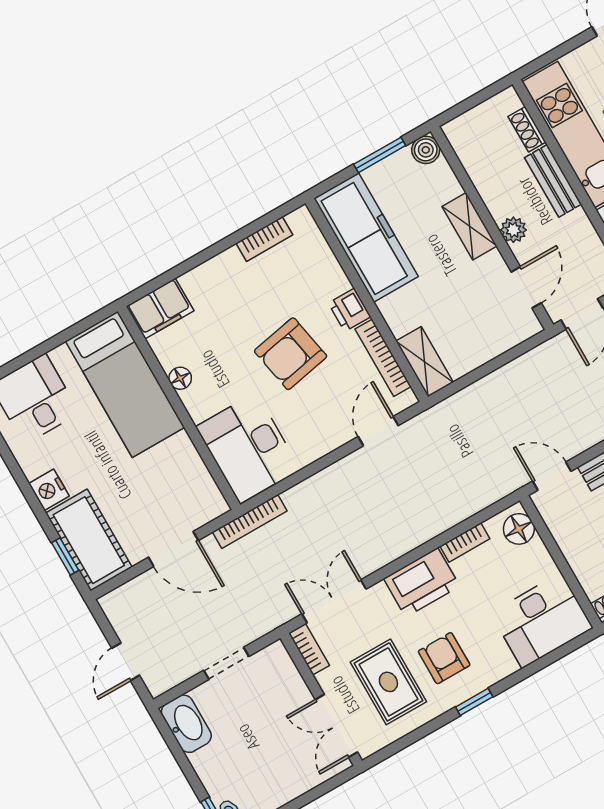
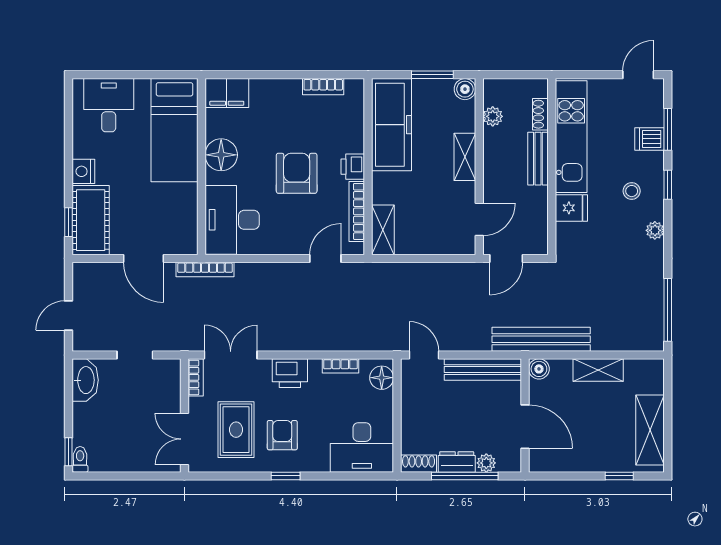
plant: (513, 230) -> (493, 116), moved
armchair: (291, 354) -> (297, 173), turned 101
floor lamp: (180, 378) -> (221, 155), width x1.89, depth x1.89
printer: (422, 582) -> (290, 373), width x0.73, depth x0.84

